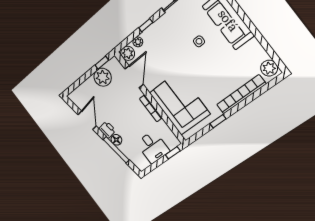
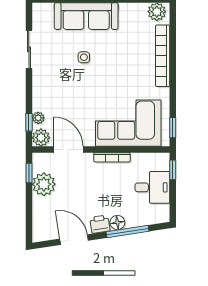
window: (146, 25) -> (29, 122), moved
window: (218, 121) -> (173, 128), moved

